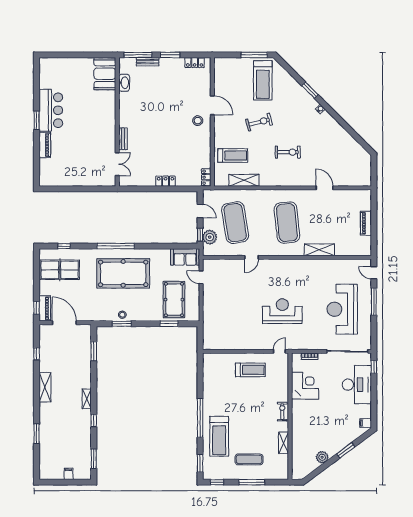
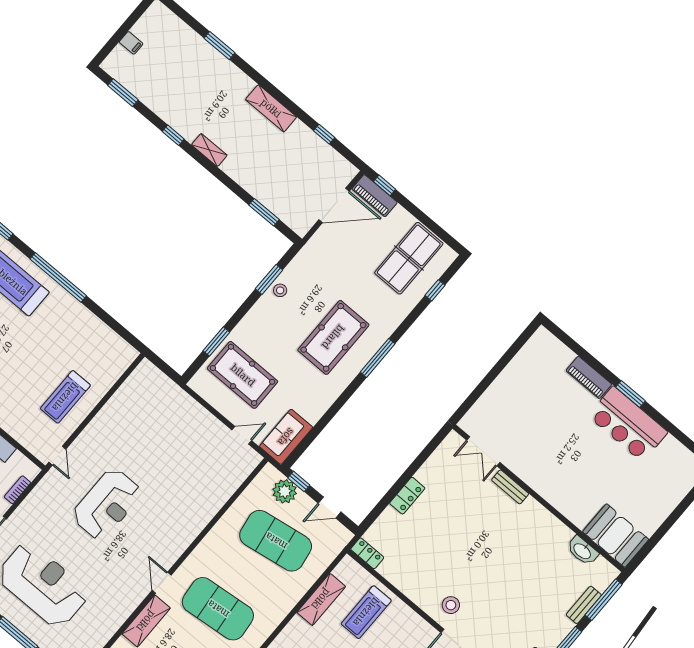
window: (116, 246) -> (378, 358), width x0.68
door: (252, 257) -> (162, 583), moved
pool table: (123, 273) -> (333, 337), width x0.73, depth x0.76

